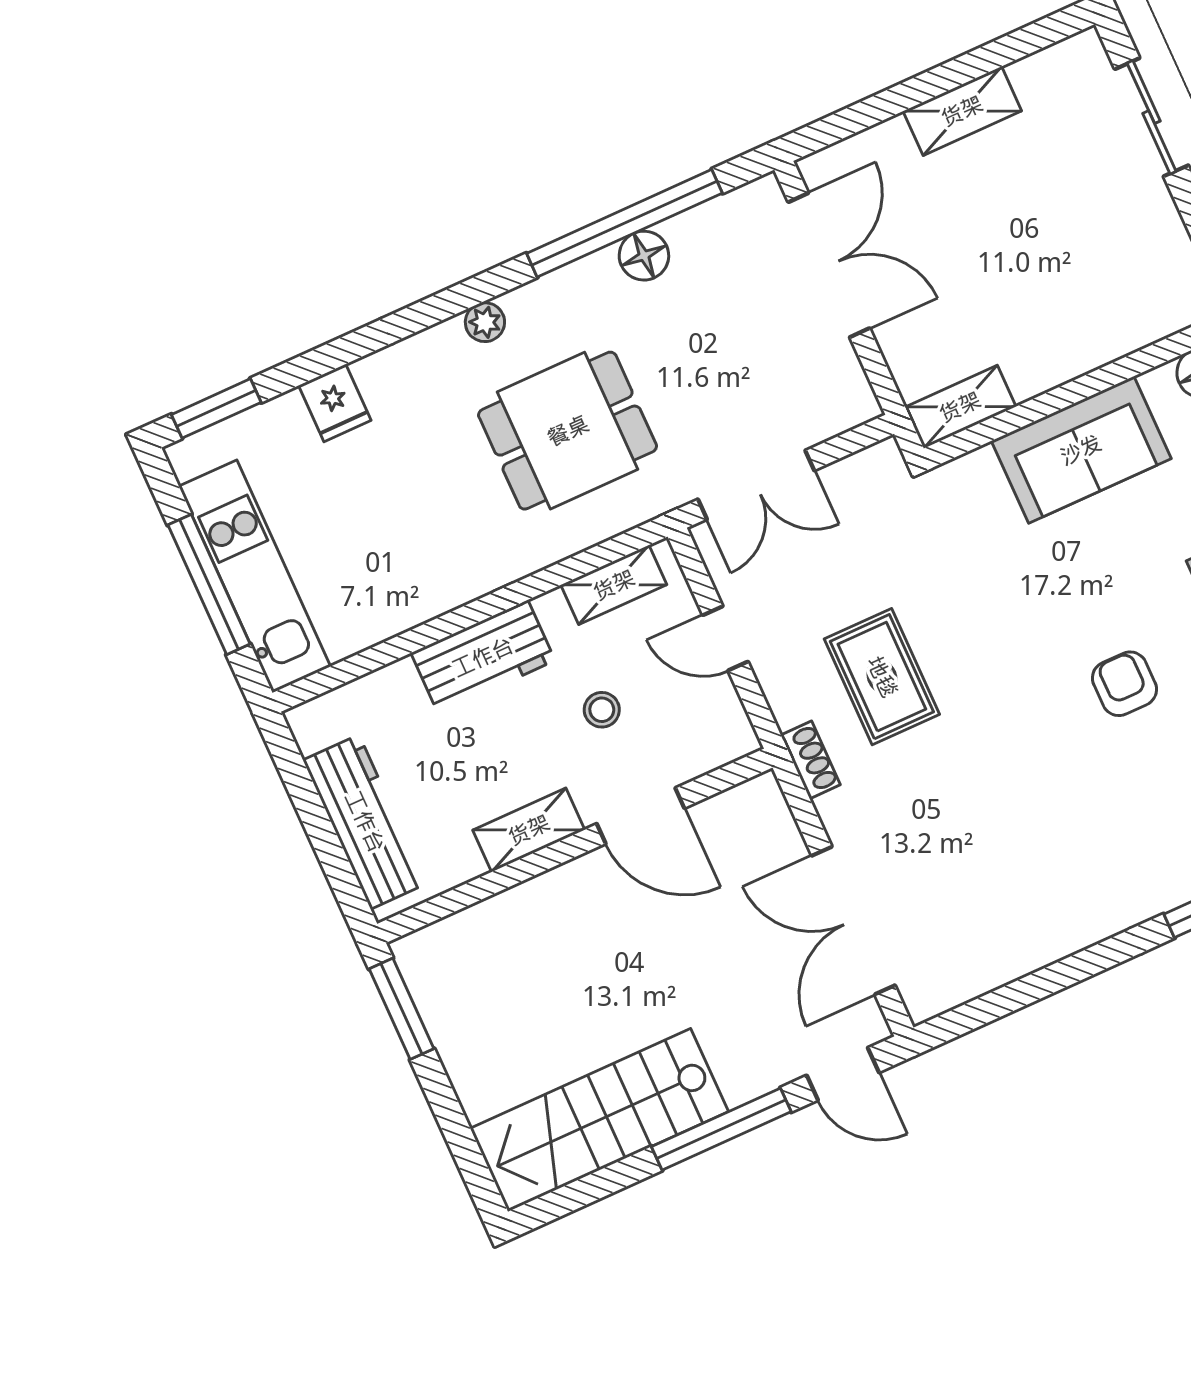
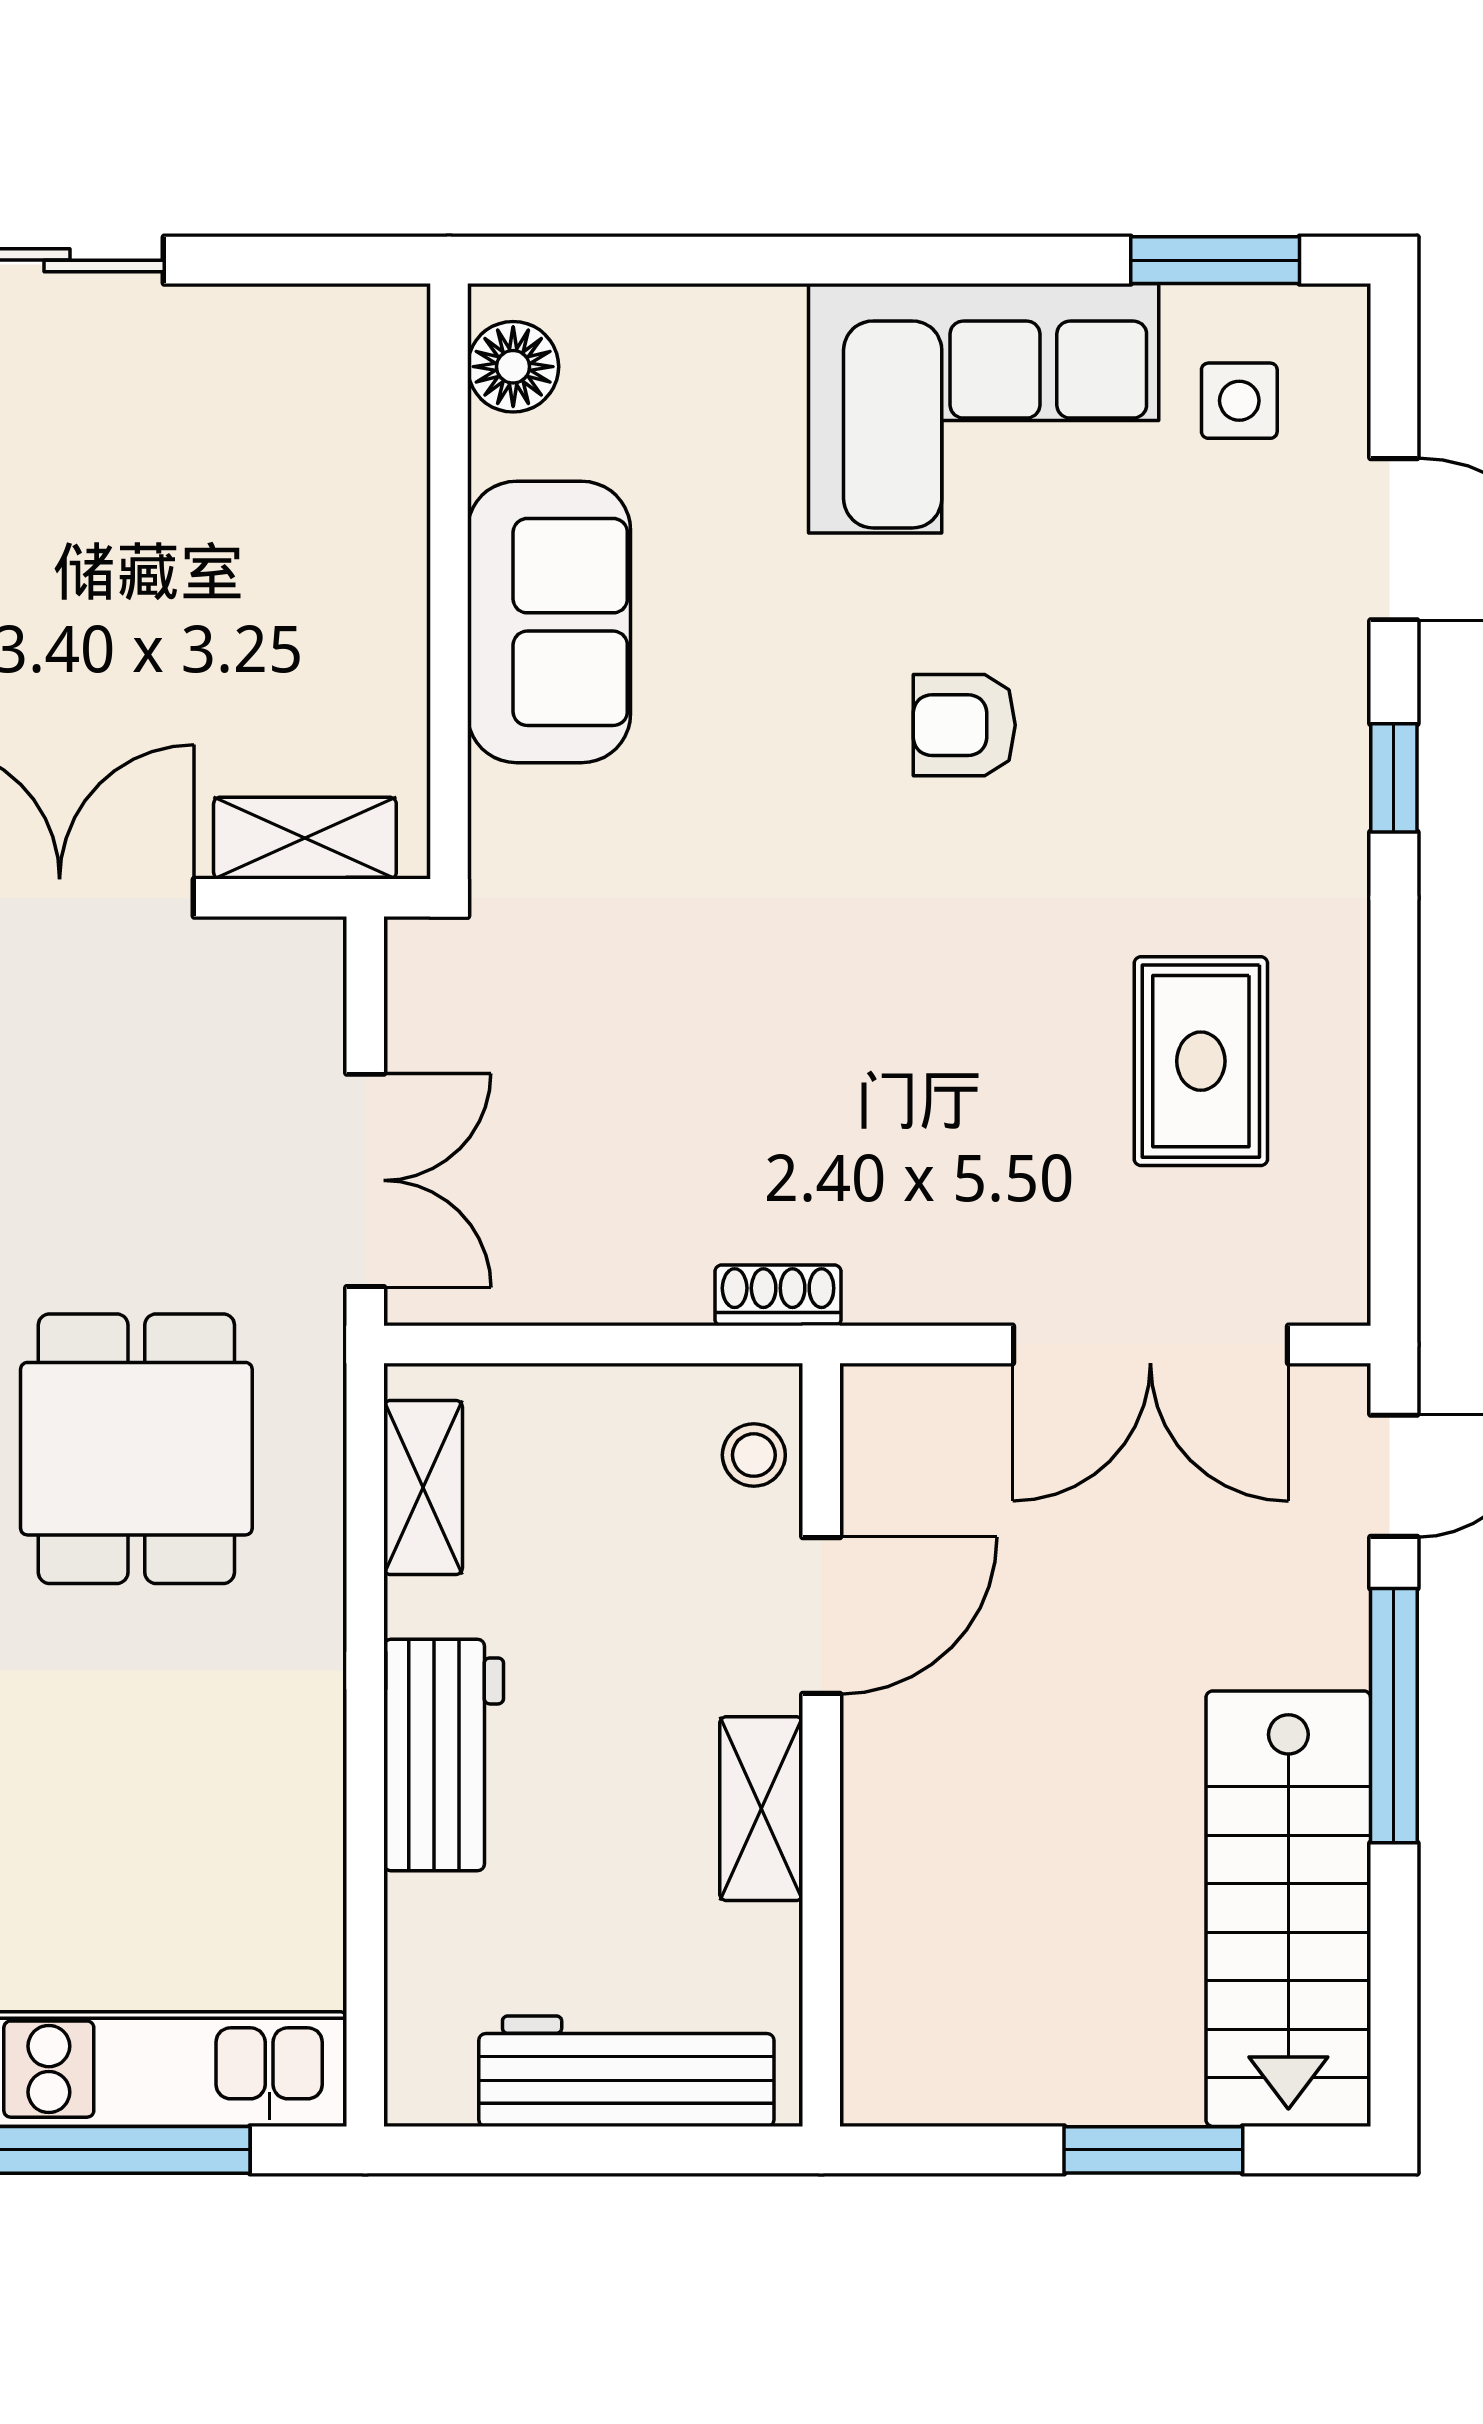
shelving: (960, 407) -> (305, 838), moved, turned 90
door: (725, 638) -> (594, 1345), removed
rug: (882, 677) -> (1201, 1061), moved, turned 90
stool: (602, 710) -> (754, 1455), moved
shoe rack: (811, 760) -> (778, 1295), moved
window: (401, 1009) -> (1153, 2150), moved

